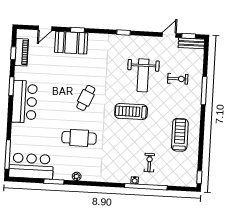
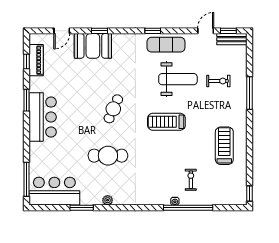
exercise mat: (134, 45) -> (166, 45), added
weight bench: (143, 75) -> (178, 79), turned -90

